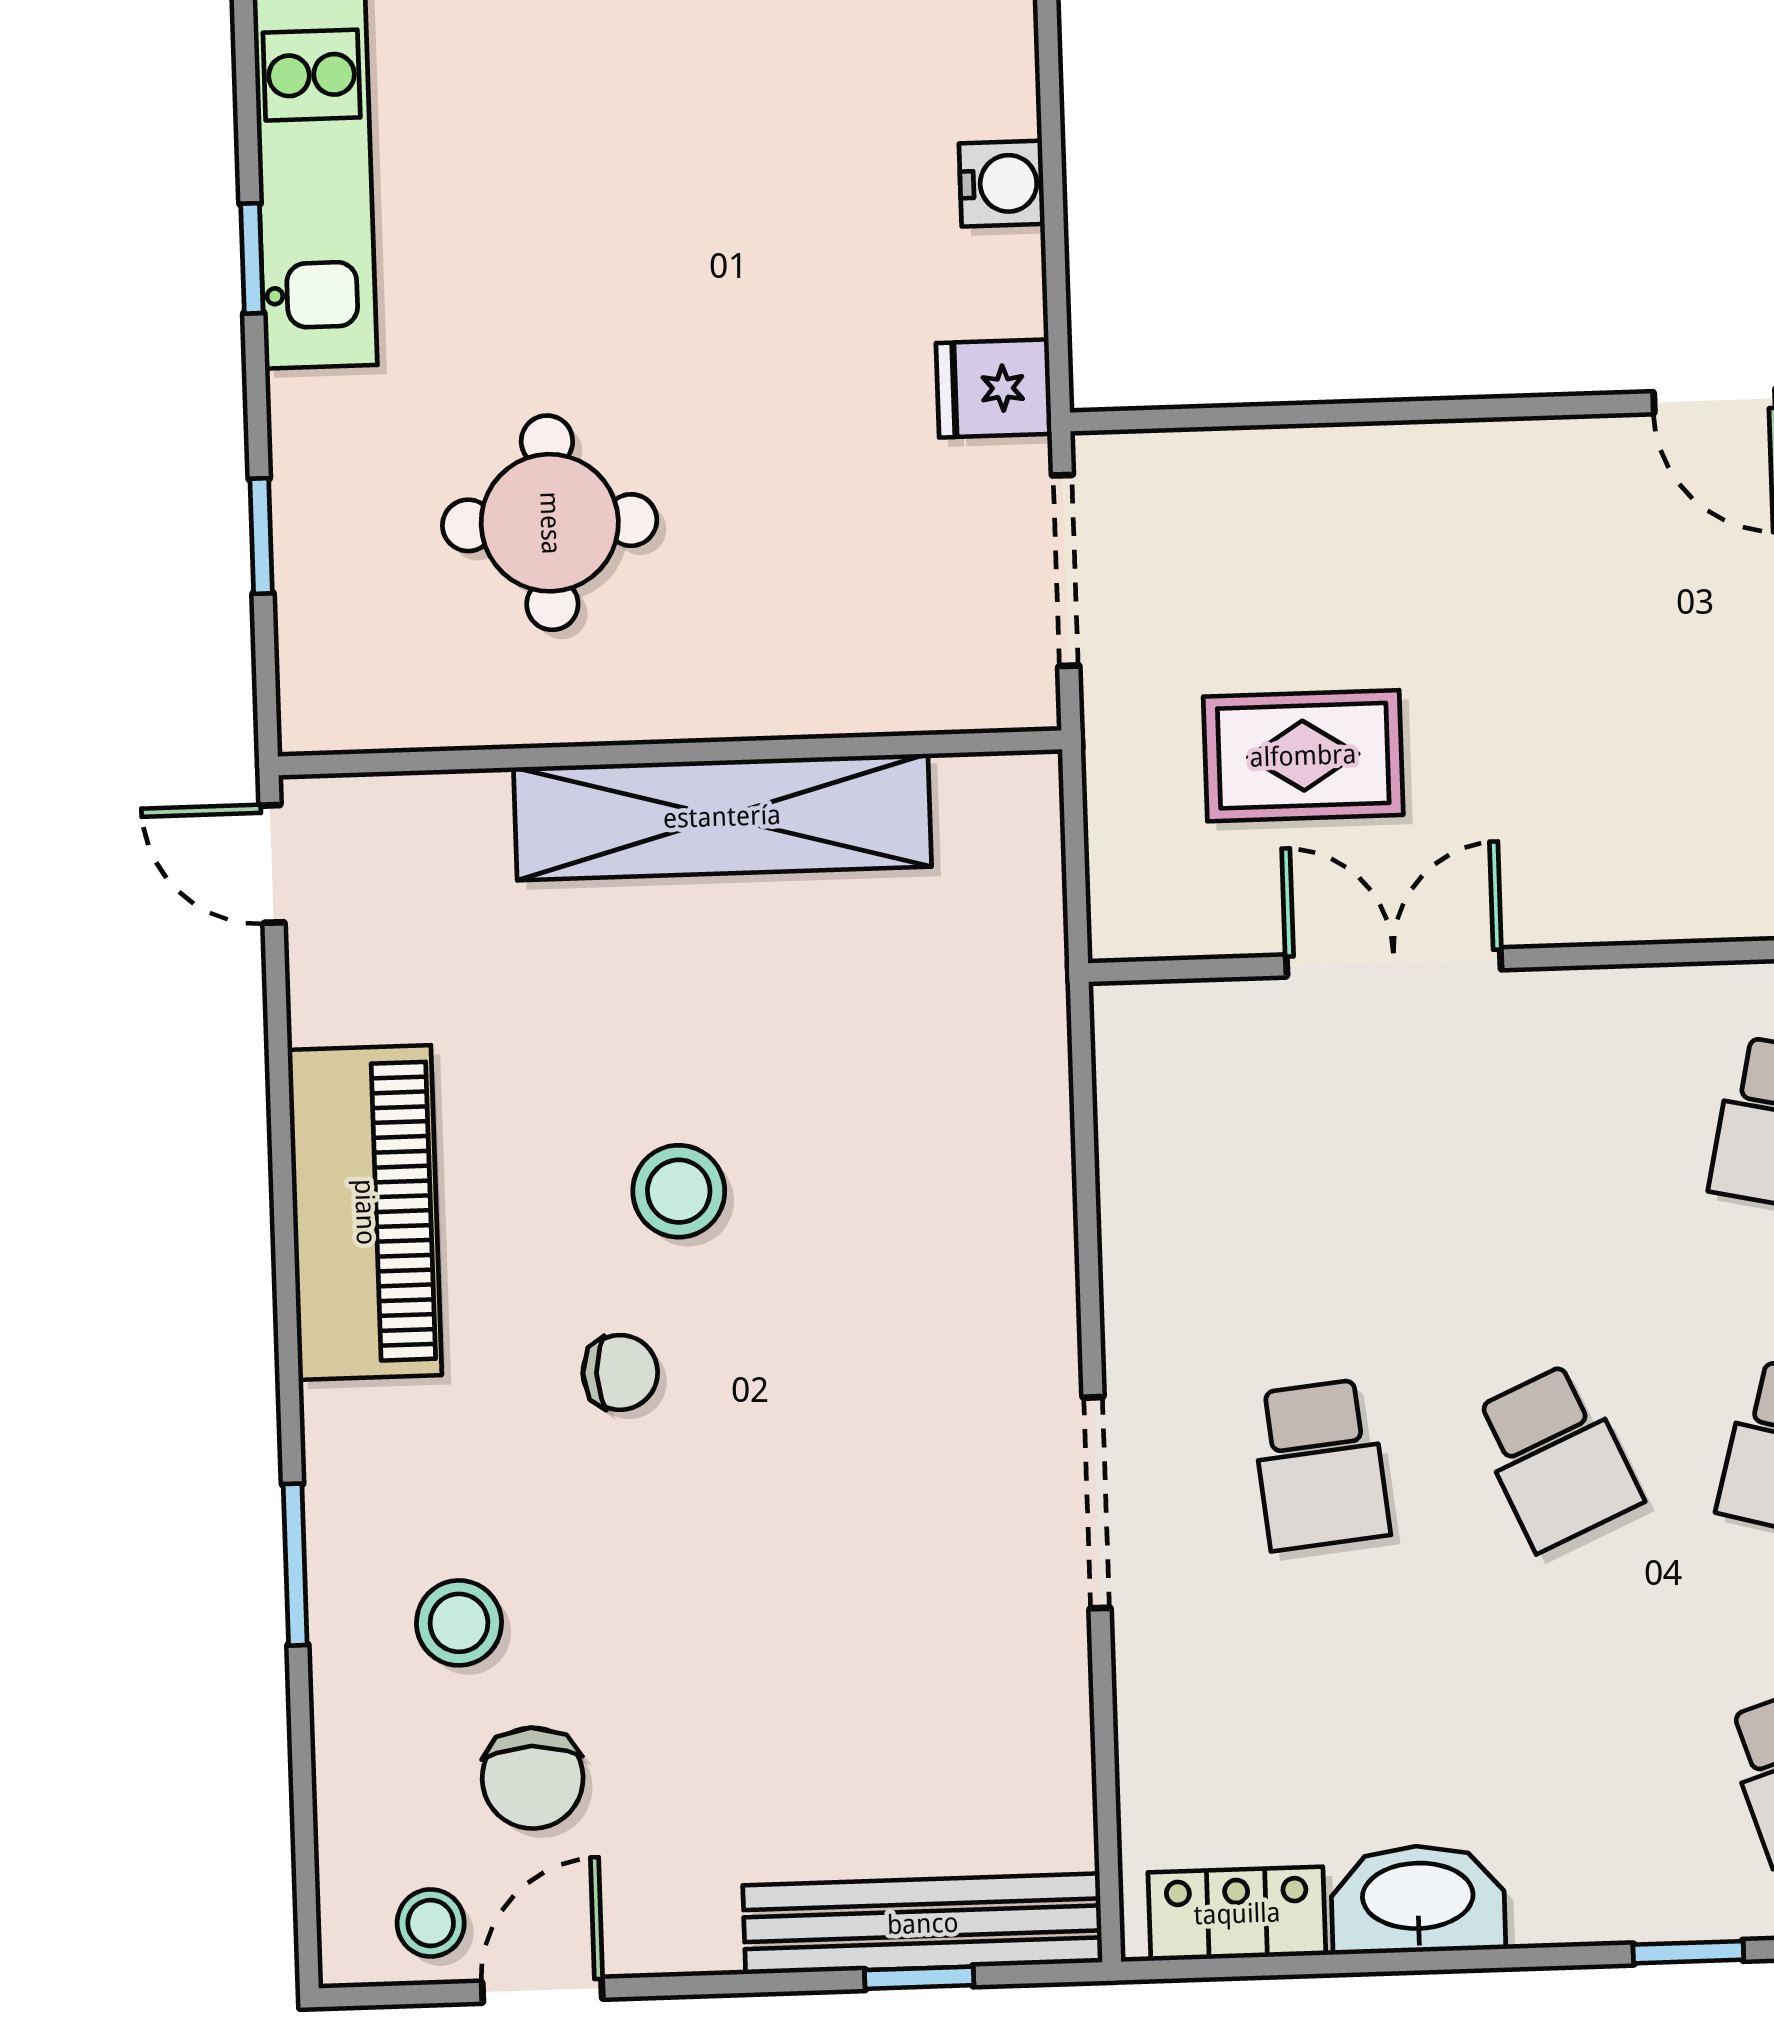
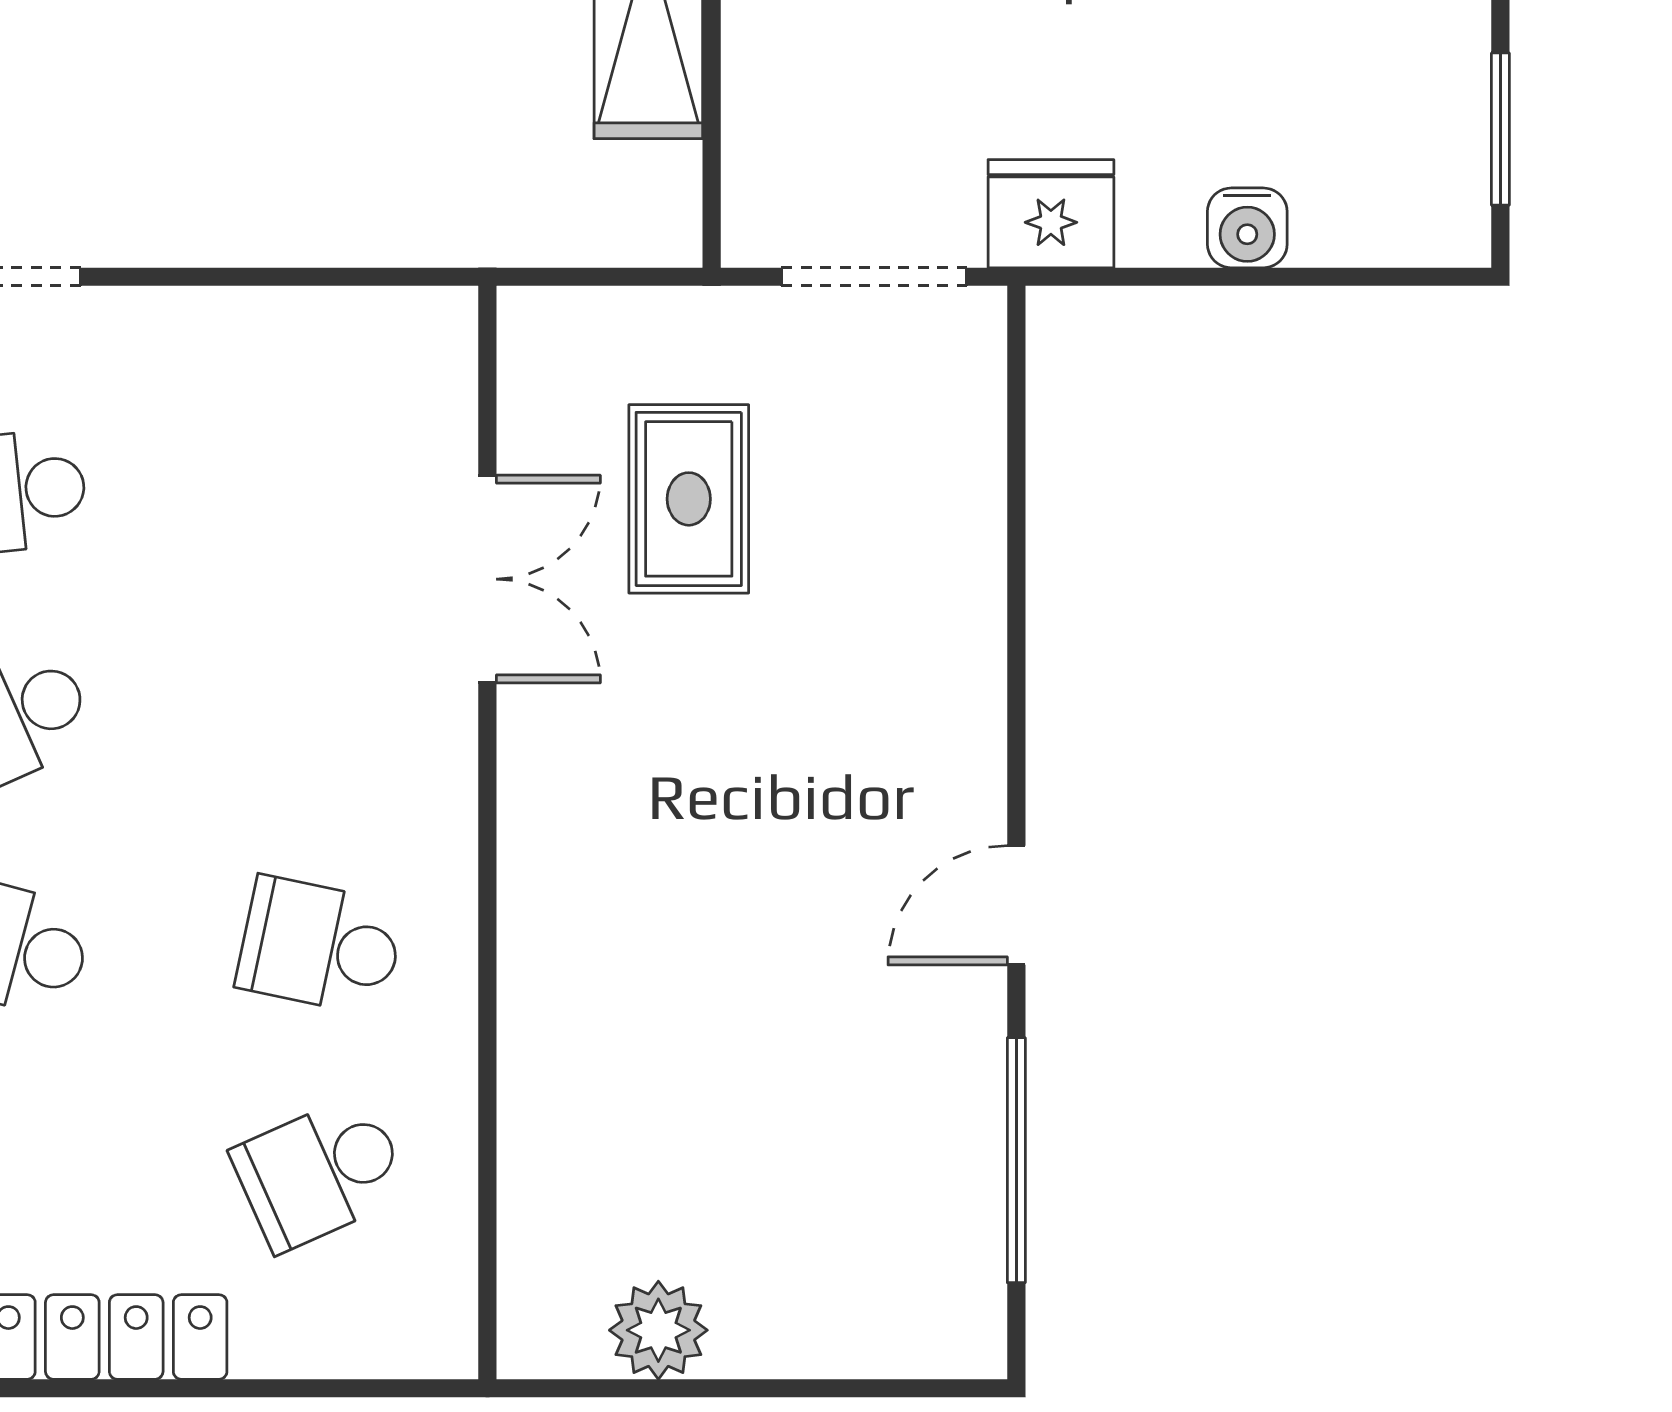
fridge: (994, 388) -> (1051, 214), width x1.38

